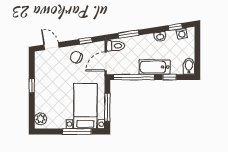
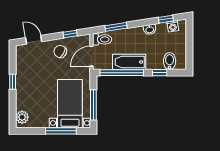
bidet: (189, 66) -> (170, 61), moved
bathtub: (154, 67) -> (129, 62), moved

